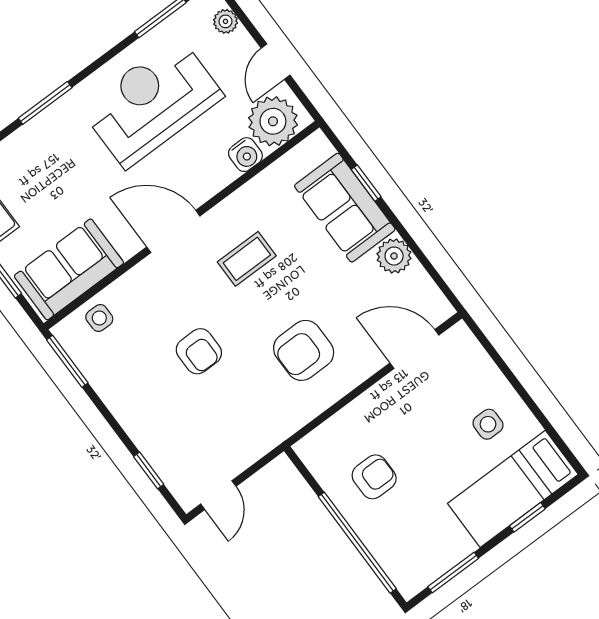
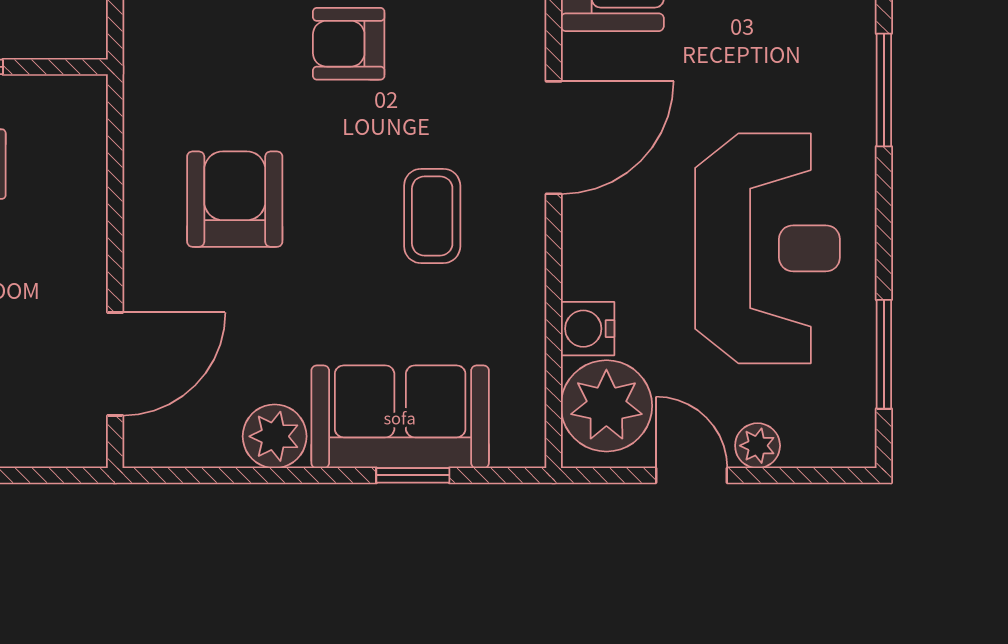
plant: (225, 21) -> (758, 446), moved

